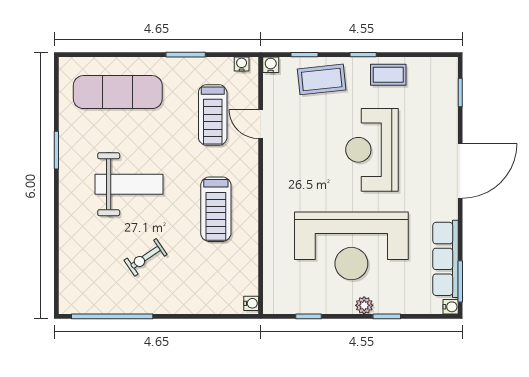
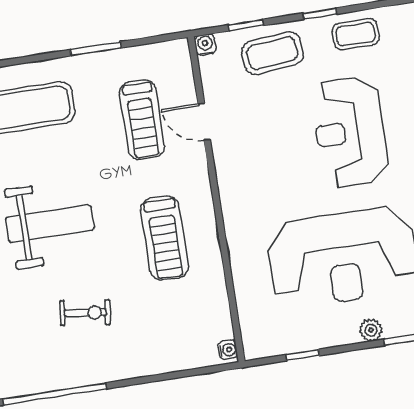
water cooler: (242, 64) -> (168, 49), removed
exercise bike: (146, 257) -> (85, 313), turned -138

